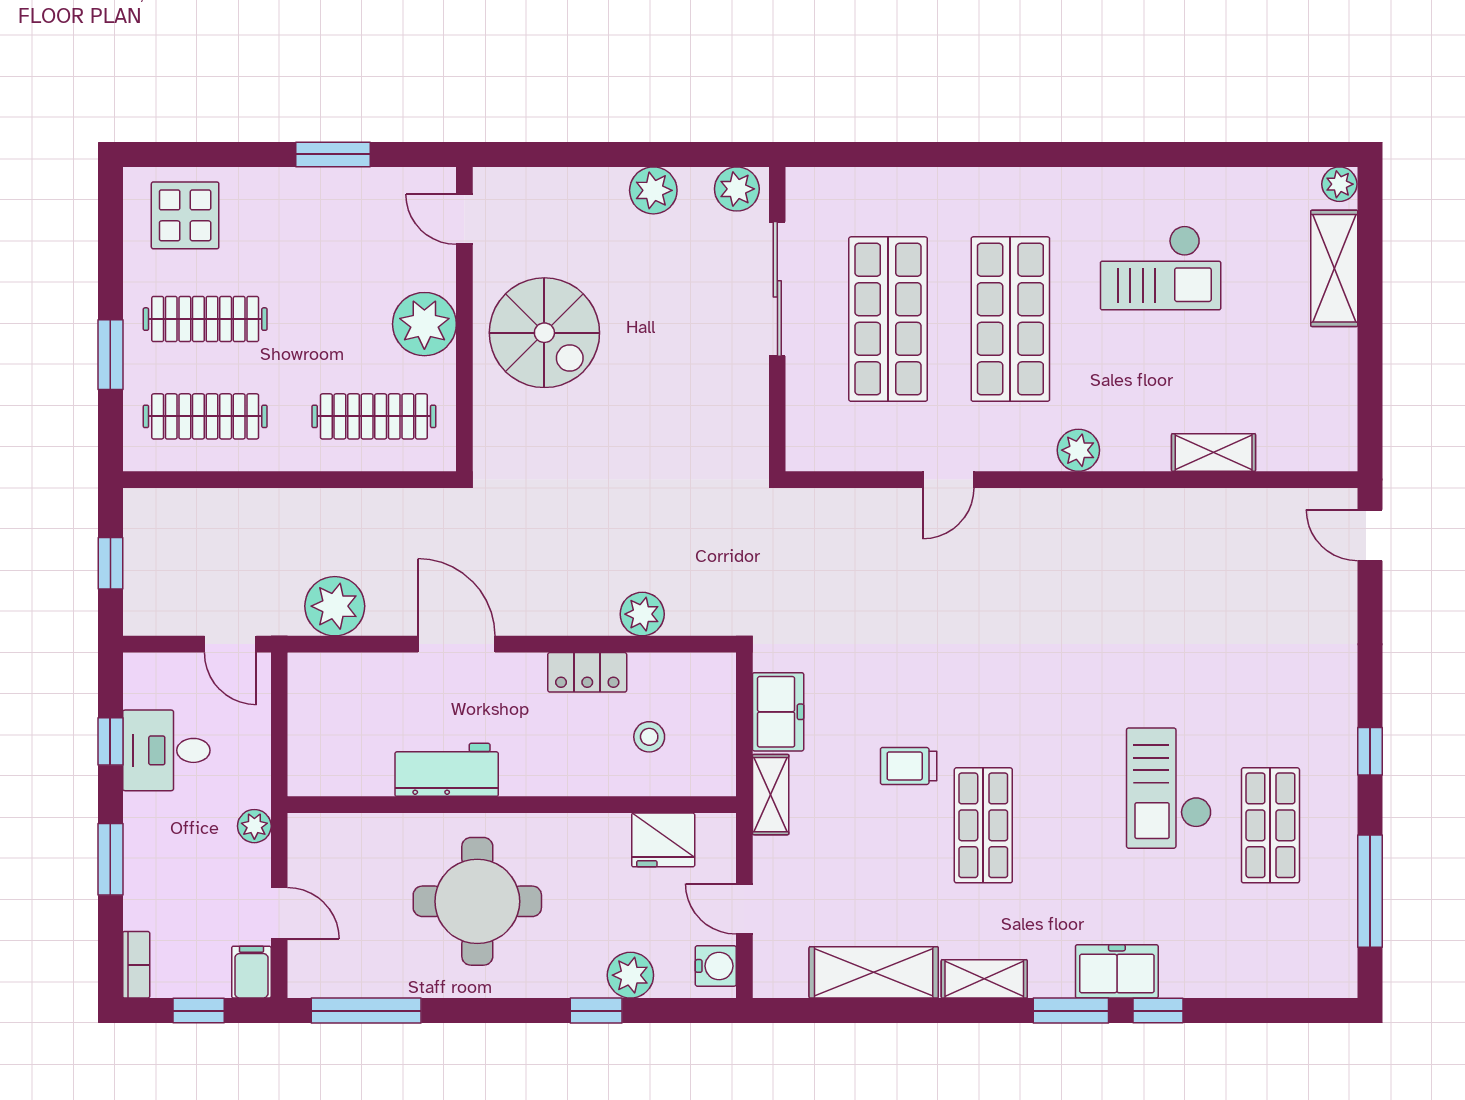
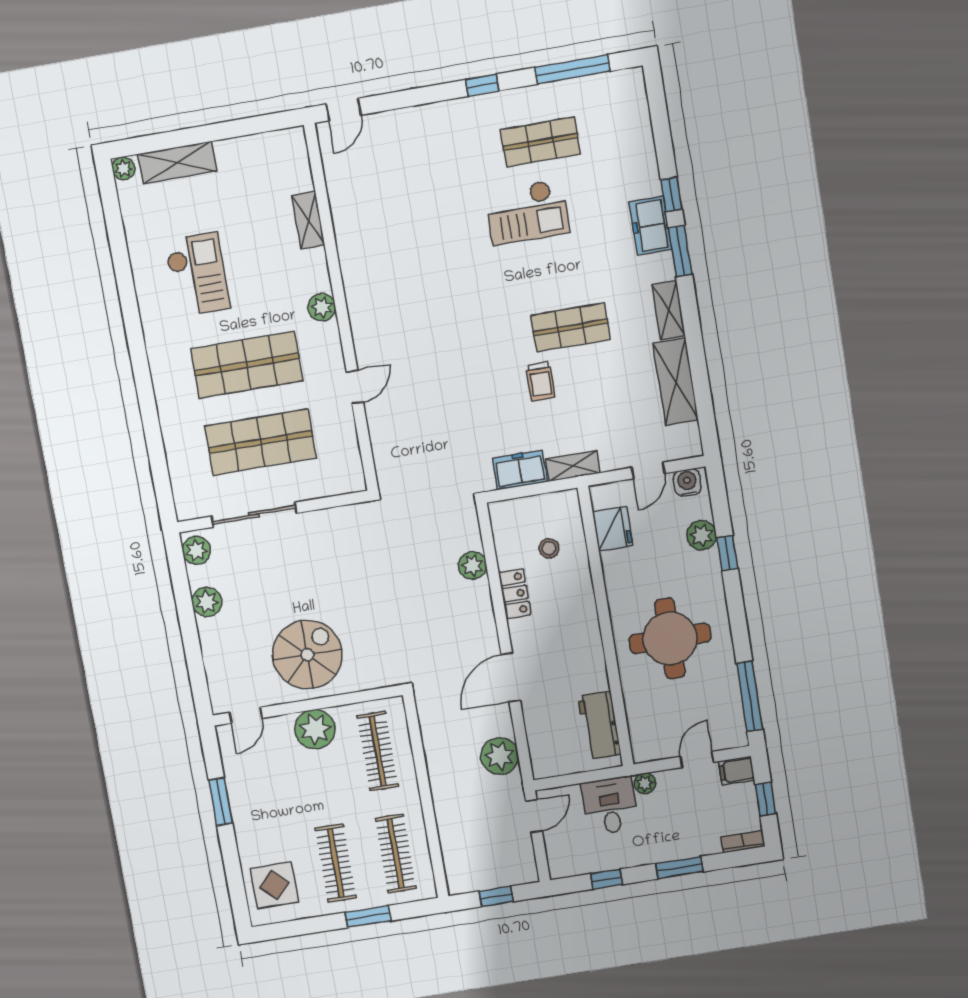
door: (948, 480) -> (355, 387), hinge flipped
desk: (166, 750) -> (610, 806), moved, turned 180
workbench: (447, 770) -> (599, 725), moved

